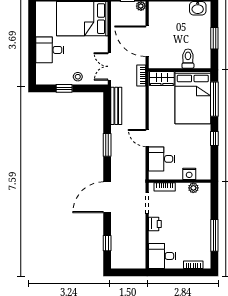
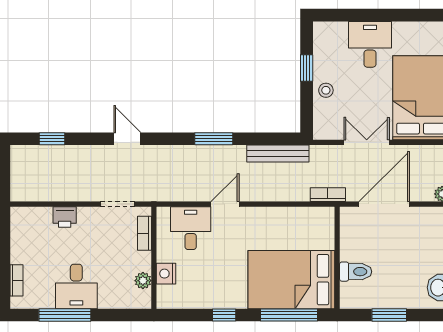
double door: (109, 66) -> (367, 142), moved
wardrobe: (162, 78) -> (323, 229), removed
door: (107, 197) -> (127, 139), width x0.53
printer: (155, 224) -> (65, 217), moved
desk: (162, 256) -> (76, 286), moved, turned 180

